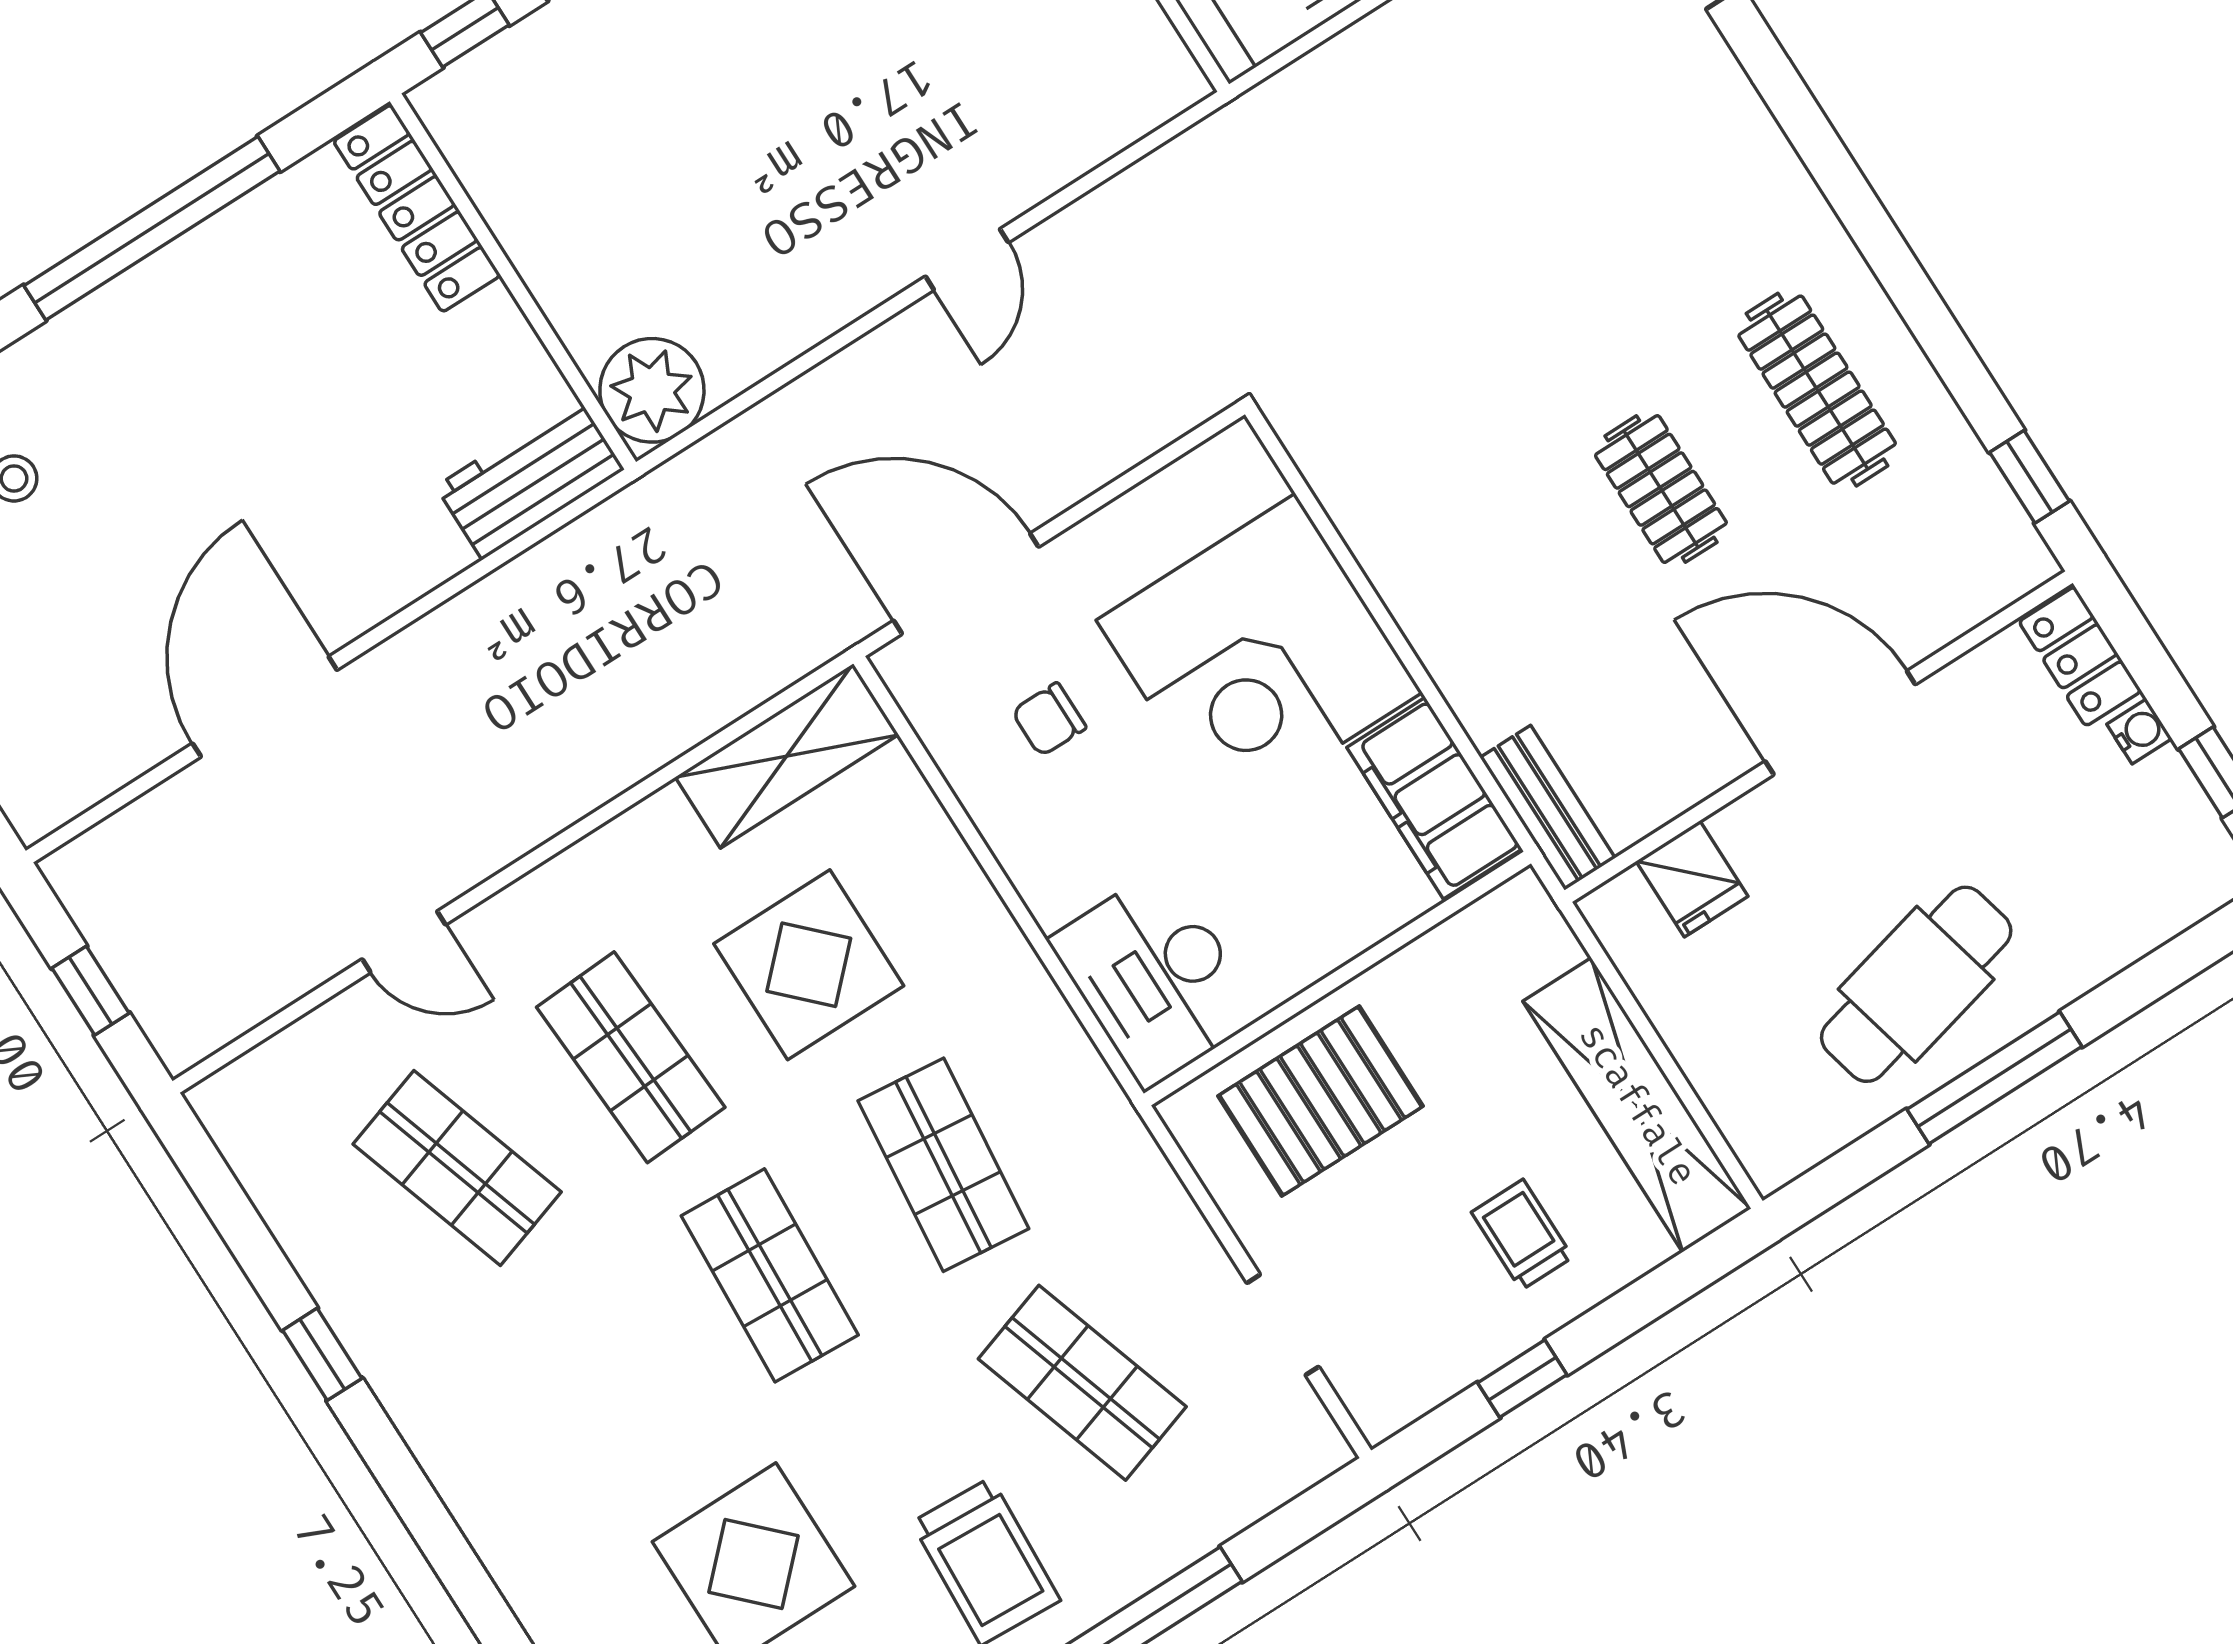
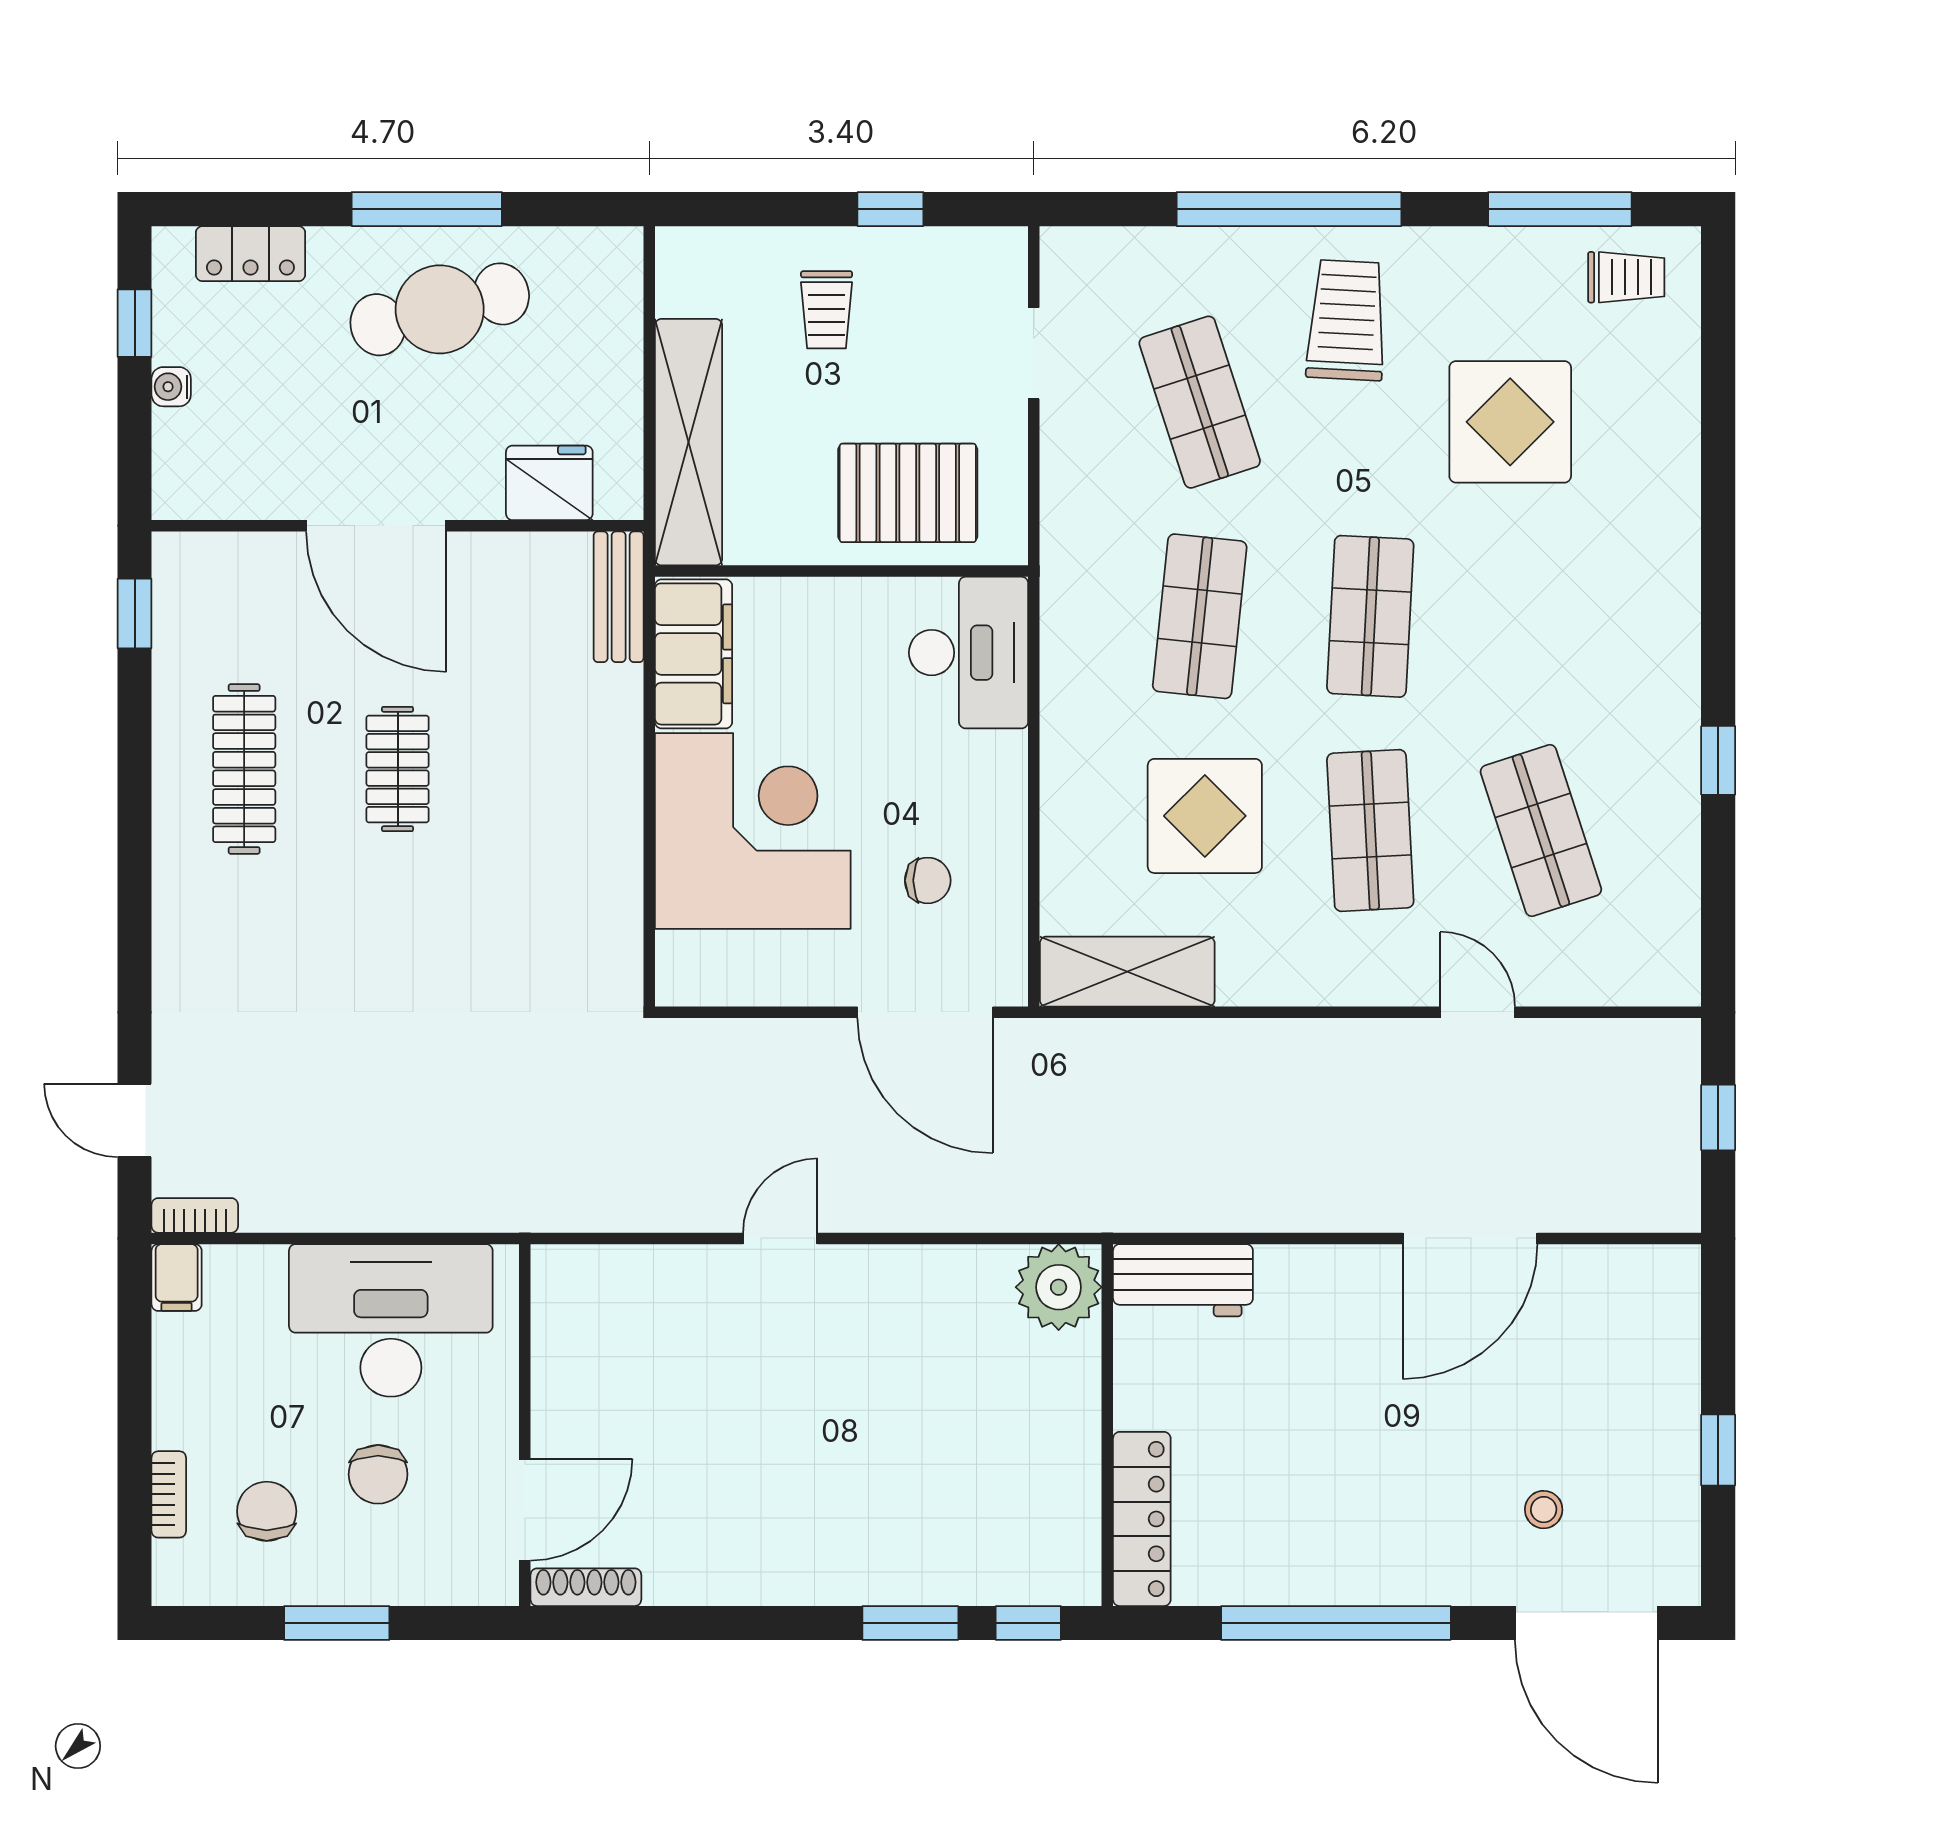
locker: (2080, 656) -> (250, 254), moved, turned 90
fridge: (1692, 879) -> (549, 483), width x1.38
shelving: (1637, 1105) -> (688, 442), moved

